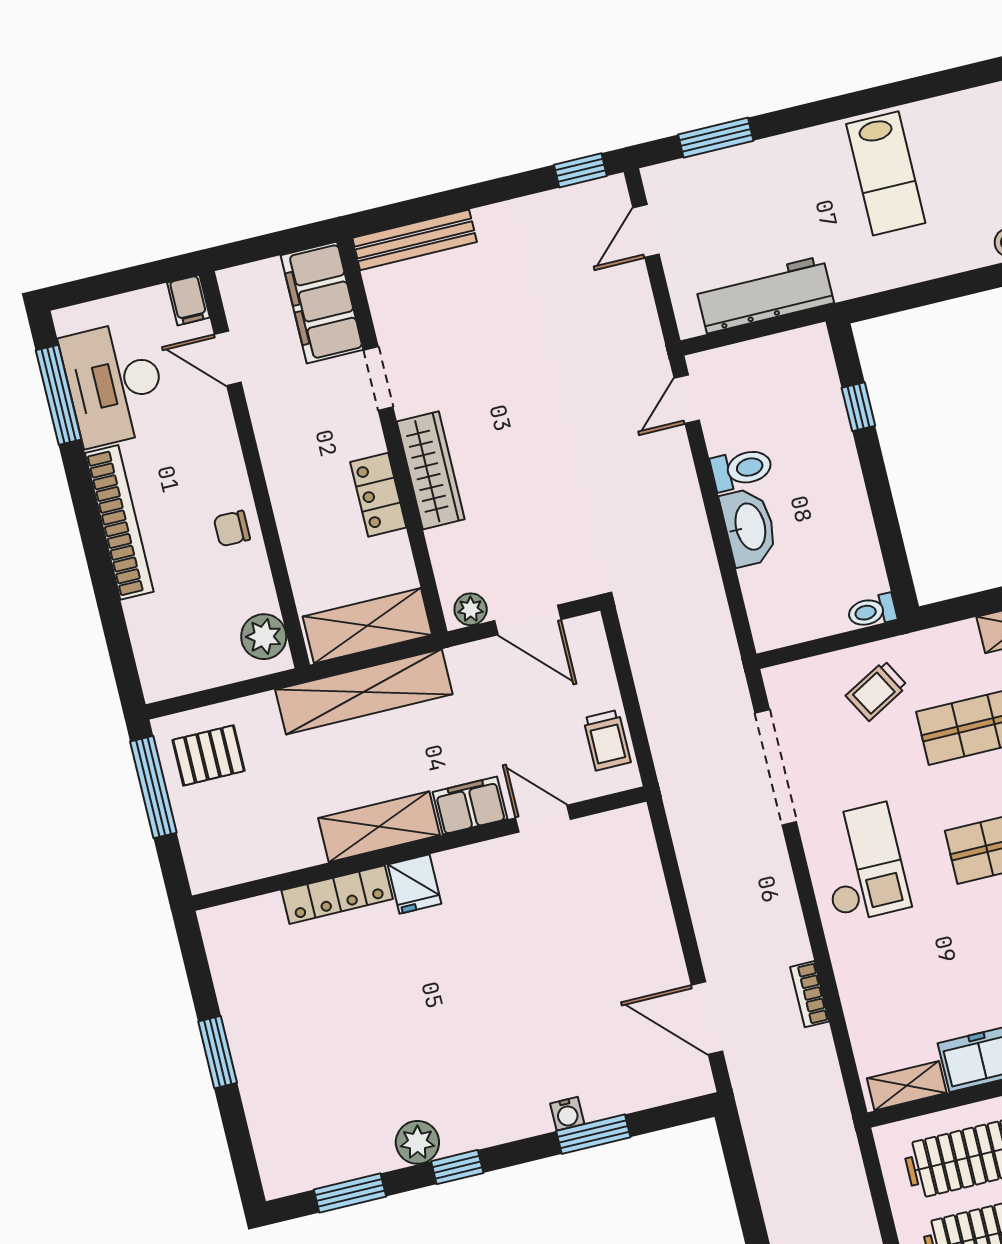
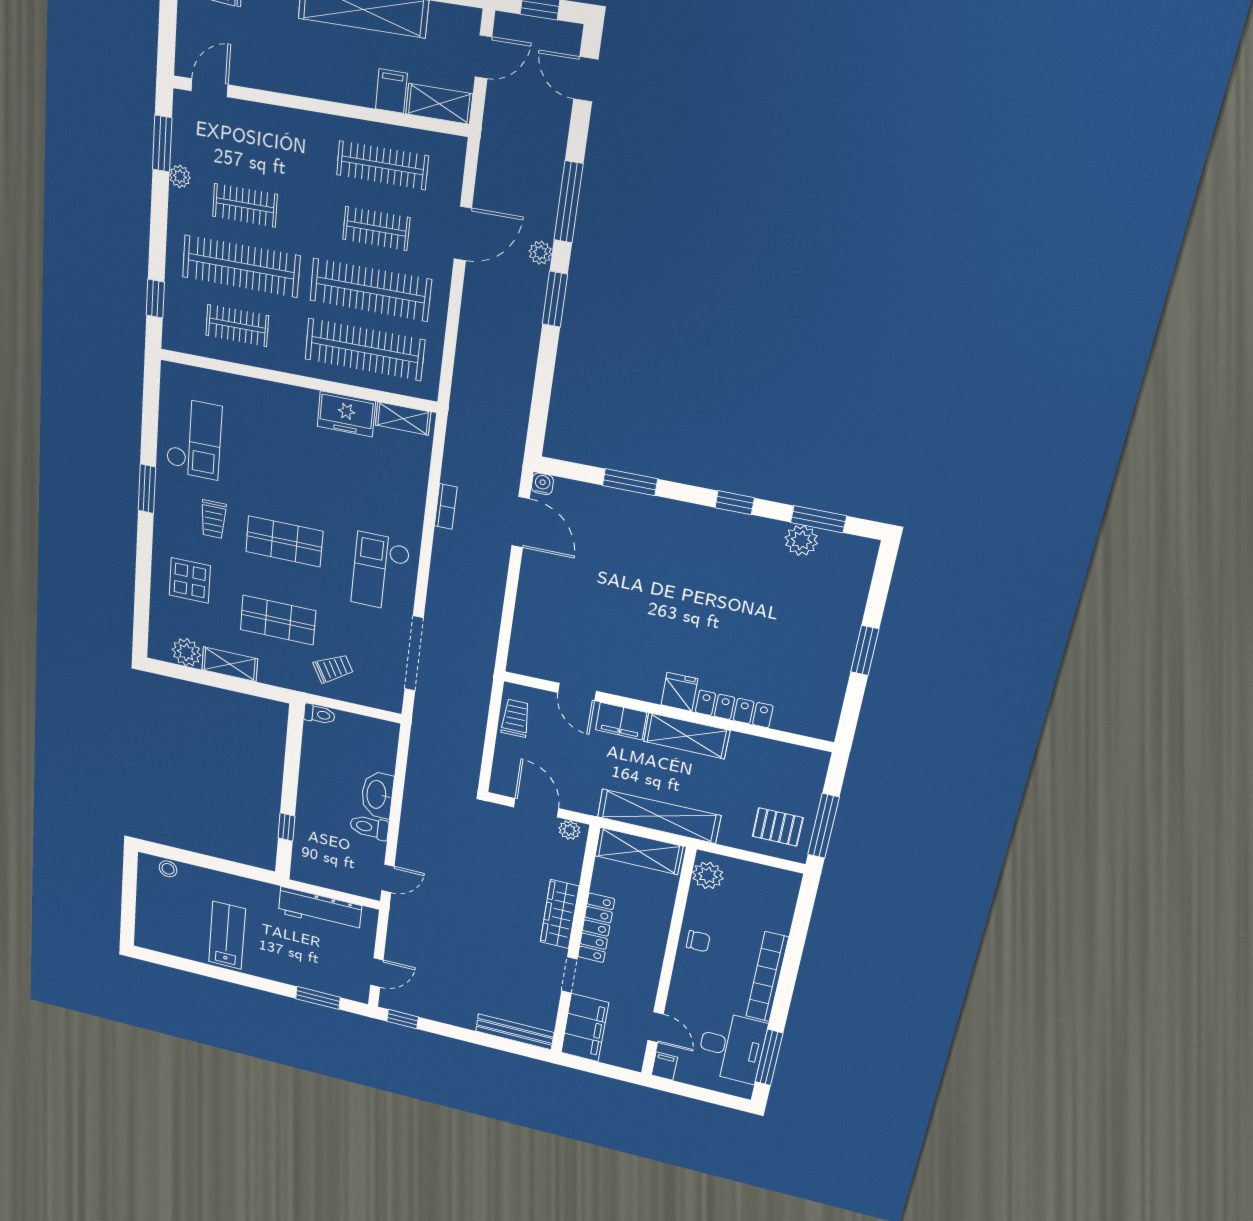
locker: (378, 495) -> (596, 928), width x1.53
water cooler: (567, 1114) -> (542, 484), moved
plant: (417, 1142) -> (801, 540), moved

